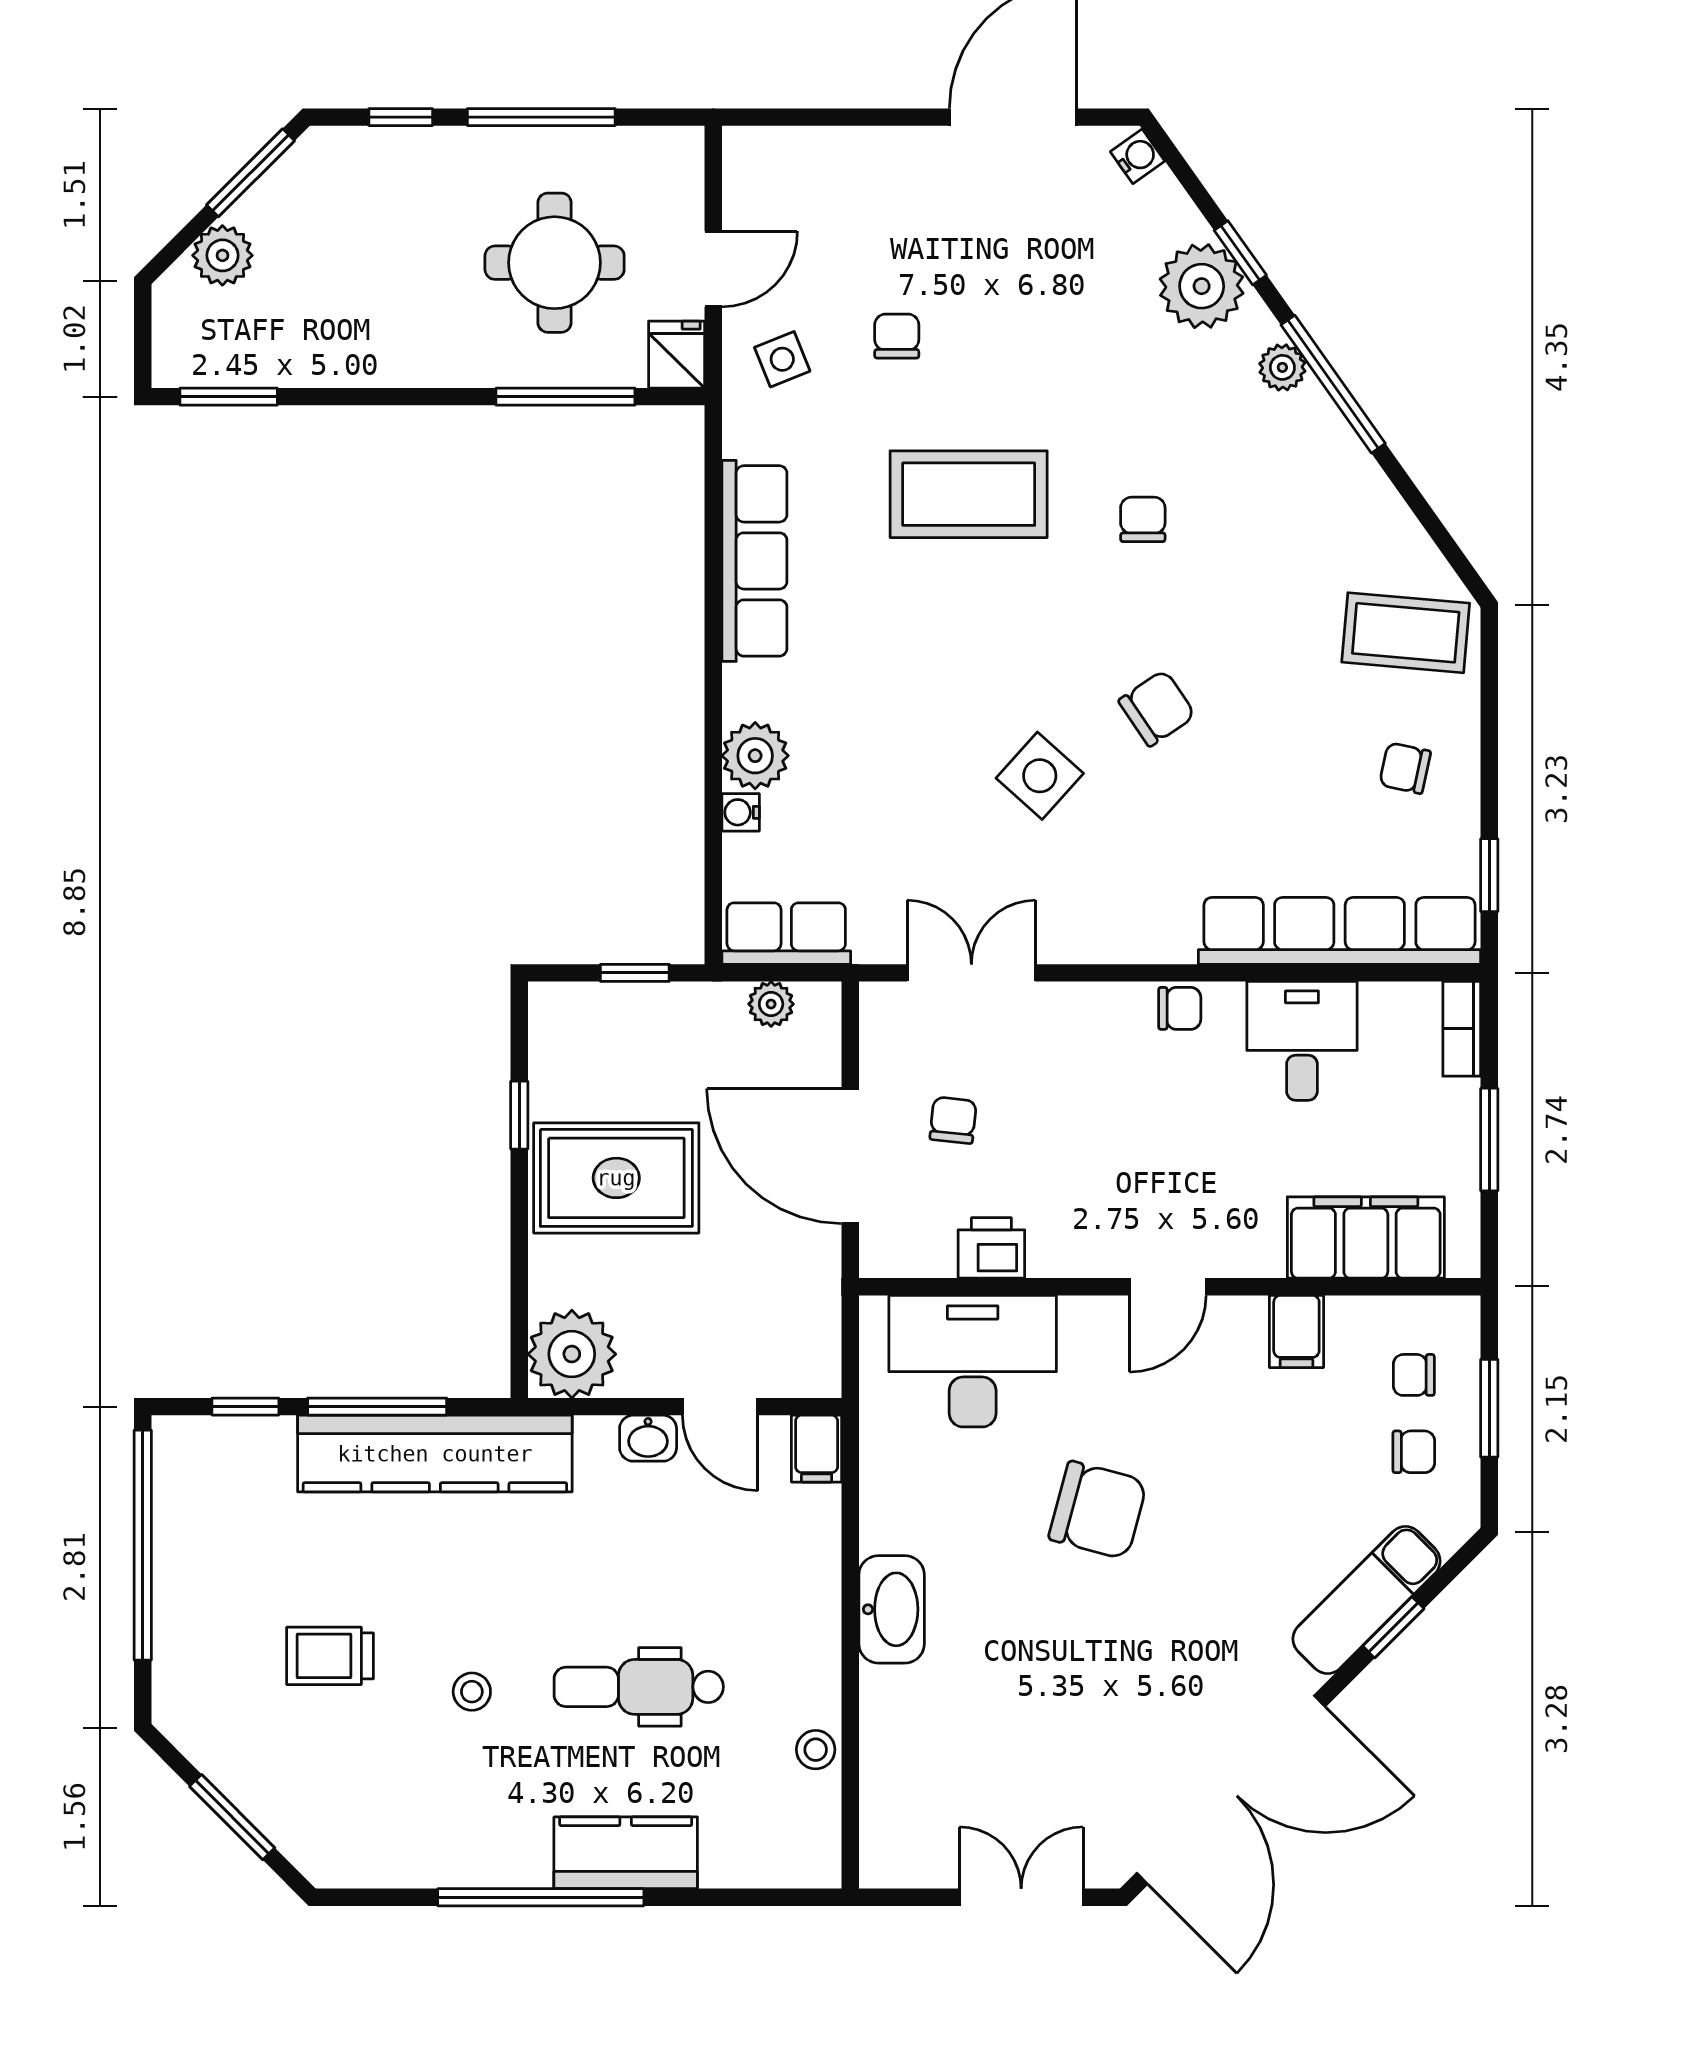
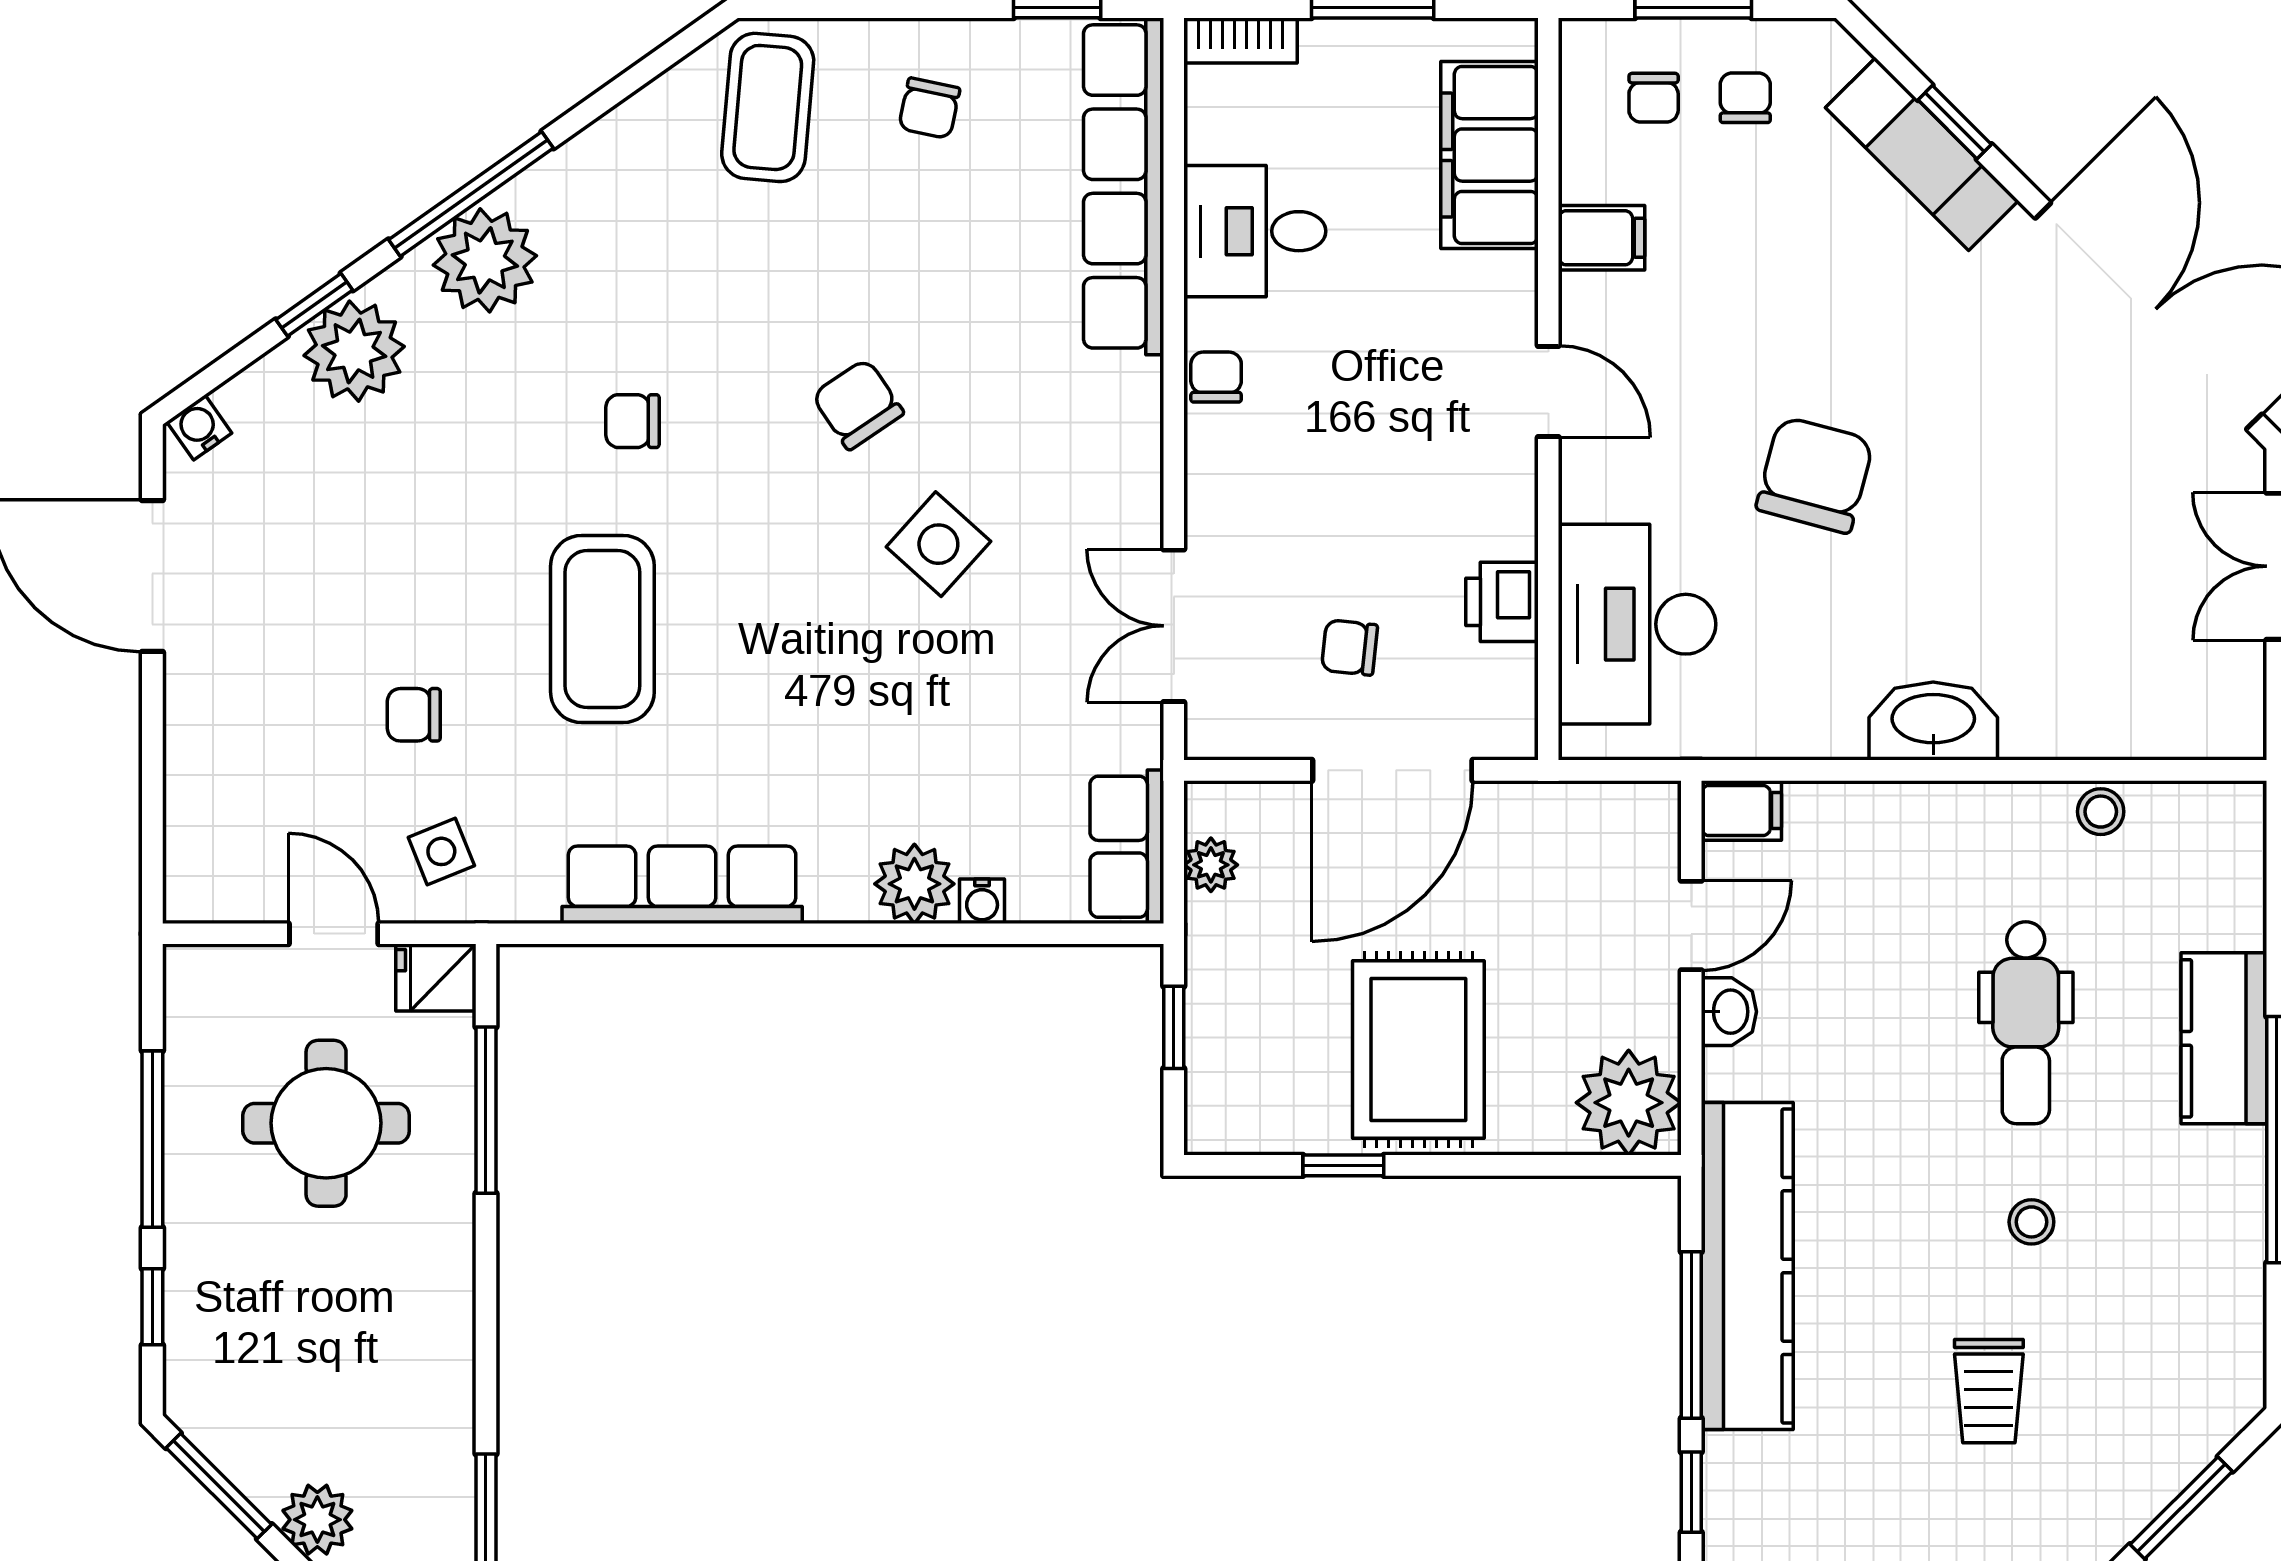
plant: (1282, 367) -> (485, 260), width x1.88, depth x1.88

